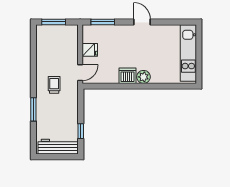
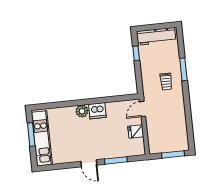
window: (103, 22) -> (116, 160), moved
window: (199, 58) -> (31, 134), added
trolley: (54, 85) -> (166, 82), moved

